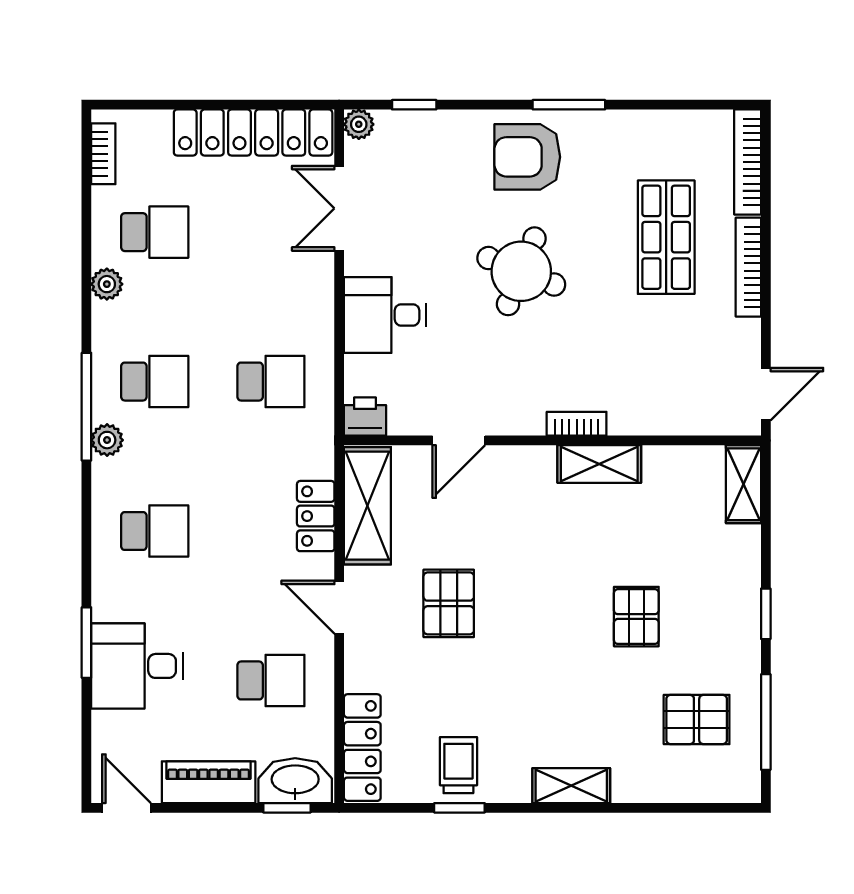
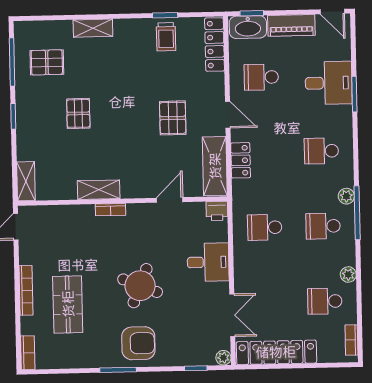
bookcase: (748, 162) -> (28, 353), width x0.64
shelving: (571, 786) -> (93, 28), moved

